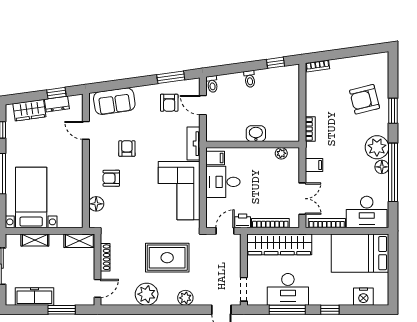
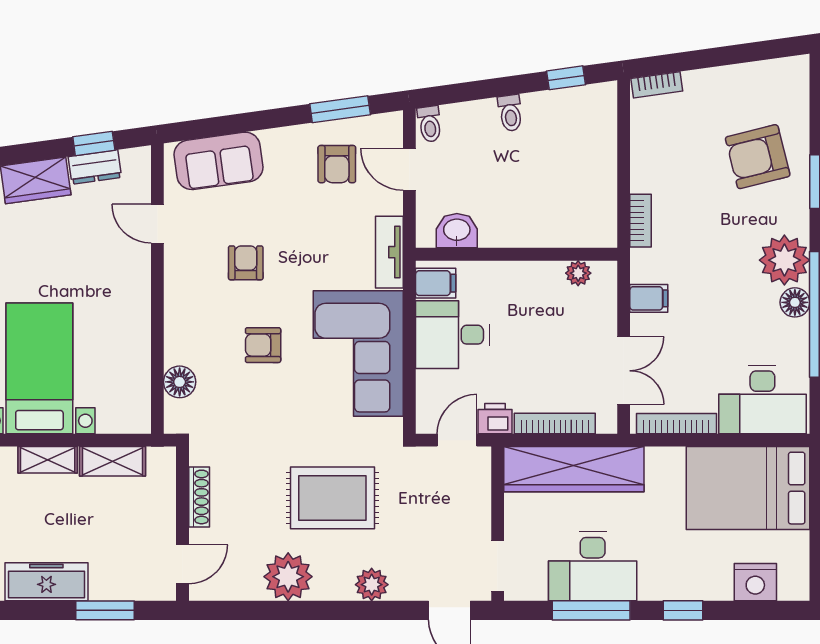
washbasin: (256, 134) -> (457, 231), moved
armchair: (111, 178) -> (263, 345), moved
shelving: (79, 241) -> (112, 461), moved

